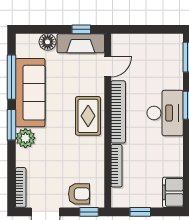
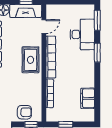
desk: (165, 113) -> (82, 34), moved
filing cabinet: (173, 192) -> (88, 98), moved

